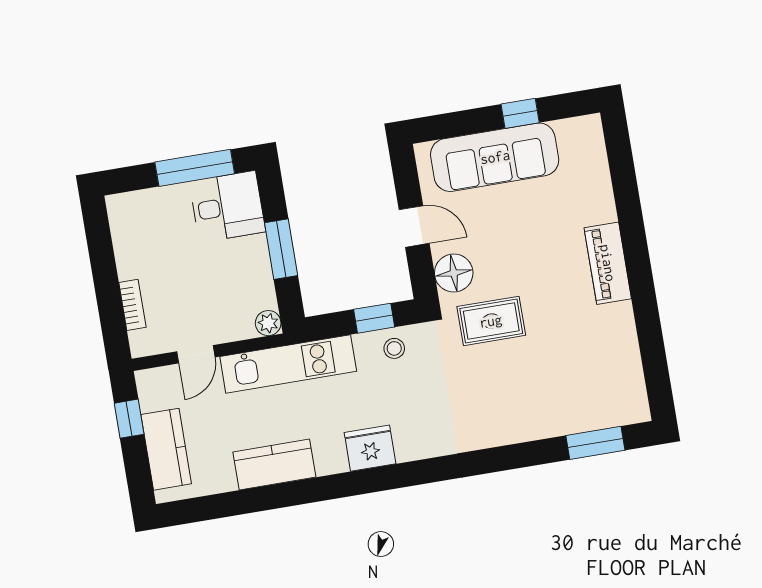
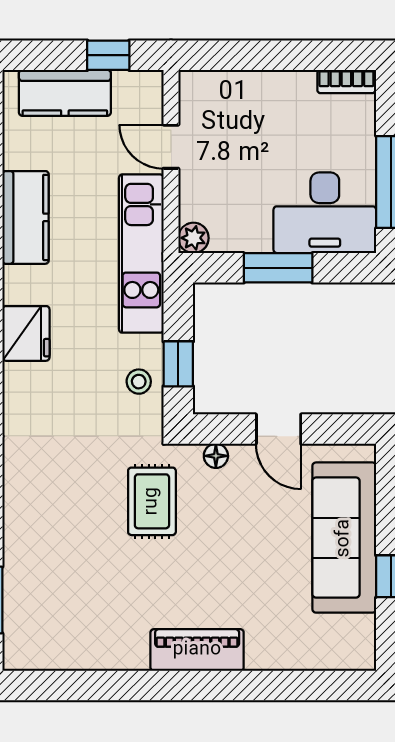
desk: (227, 207) -> (325, 213), width x1.37
door: (414, 226) -> (279, 429), hinge flipped
floor lamp: (454, 273) -> (216, 456), width x0.53, depth x0.53
bookcase: (132, 305) -> (346, 82), moved

